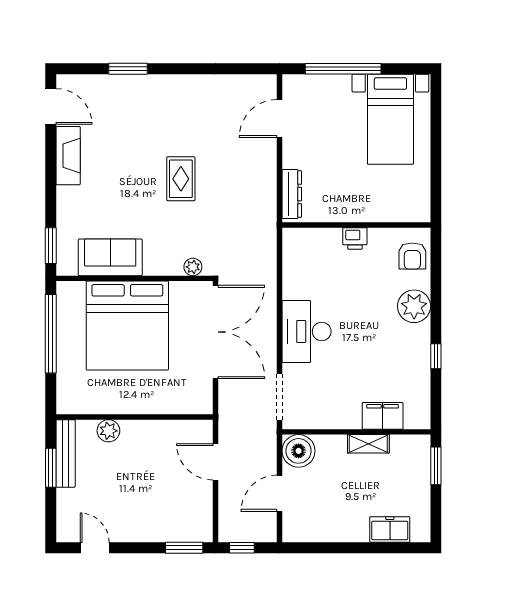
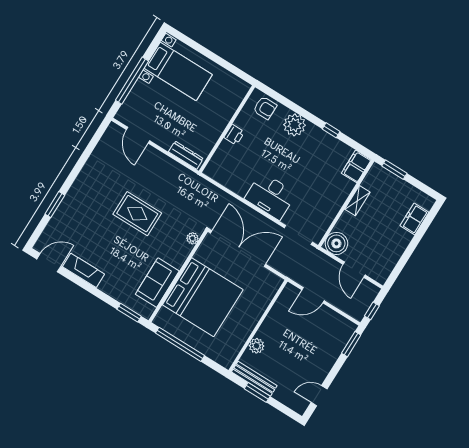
rug: (181, 179) -> (137, 214), width x1.36, depth x1.43
filing cabinet: (383, 416) -> (356, 166), moved

